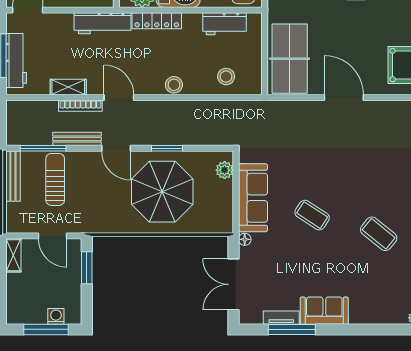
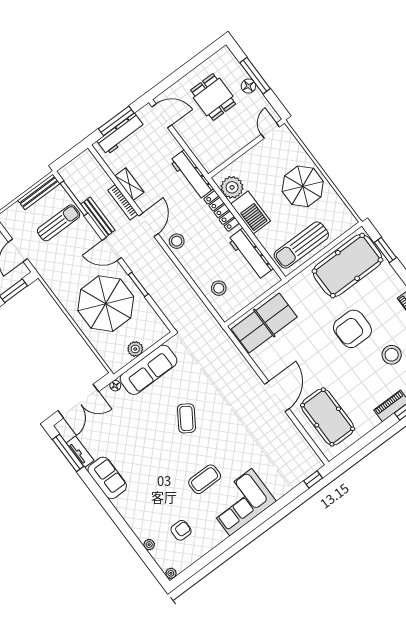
workbench: (224, 24) -> (250, 254), width x1.38
stool: (174, 85) -> (177, 241), moved
door: (344, 98) -> (277, 396), moved
door: (116, 148) -> (112, 249), hinge flipped
plant: (225, 170) -> (135, 349), moved
coffee table: (312, 215) -> (186, 418), moved
coffee table: (379, 234) -> (205, 479), moved, turned 51
double door: (233, 284) -> (78, 401), swing flipped
window: (292, 329) -> (68, 453), moved

